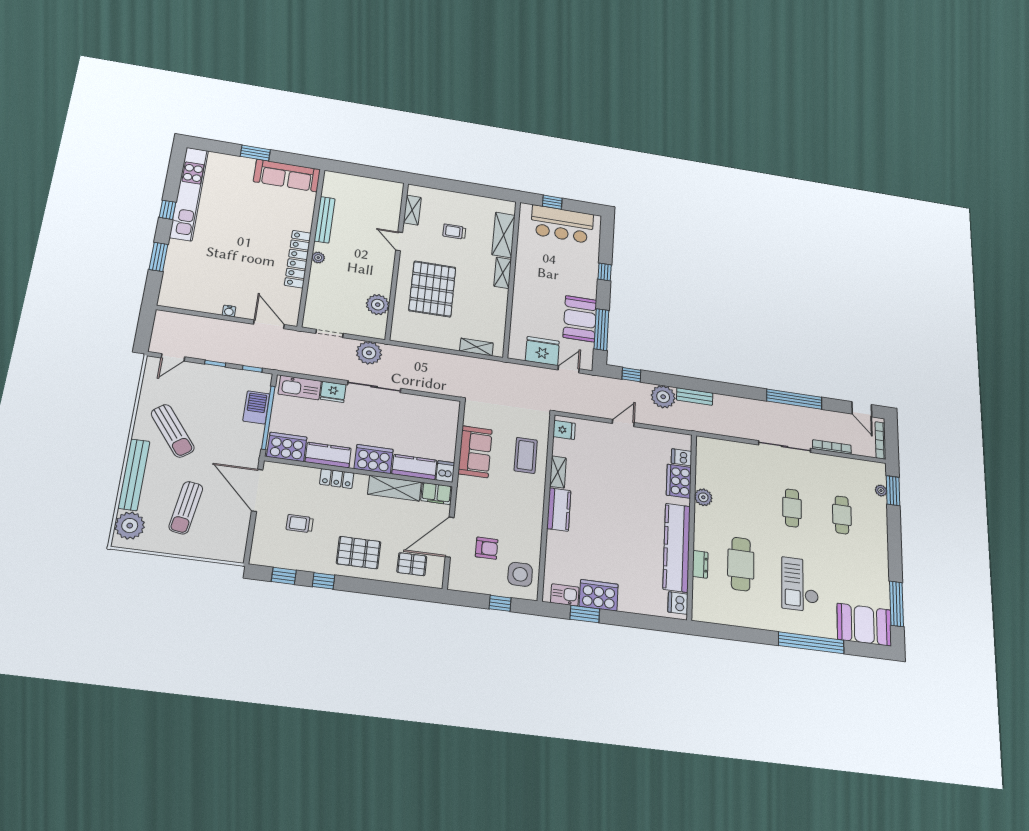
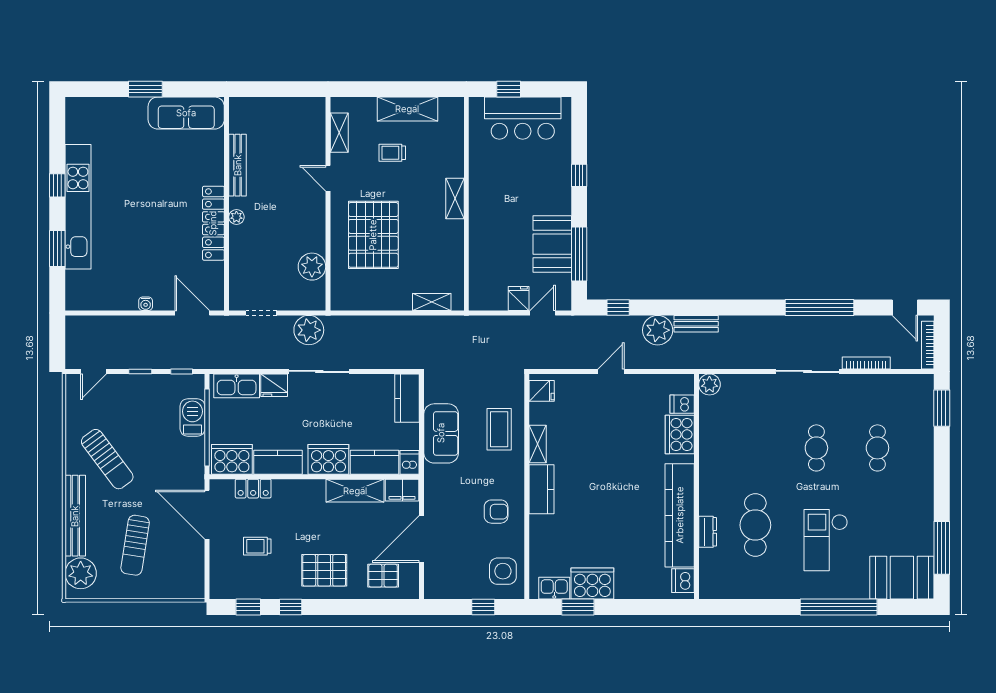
kitchen unit: (189, 194) -> (78, 207), moved
shelving: (504, 235) -> (407, 109), moved, turned 90
fridge: (542, 351) -> (519, 298), width x0.53, depth x0.75
kitchen counter: (448, 419) -> (407, 398), added
locker: (337, 479) -> (253, 489), moved
plant: (881, 491) -> (927, 410), removed
plant: (703, 497) -> (709, 384), moved
armchair: (487, 548) -> (496, 512), moved

